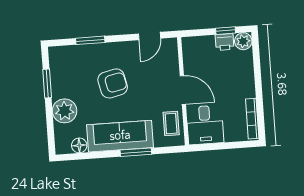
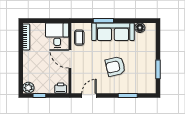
printer: (225, 42) -> (61, 88), moved
plant: (65, 111) -> (148, 51), removed

